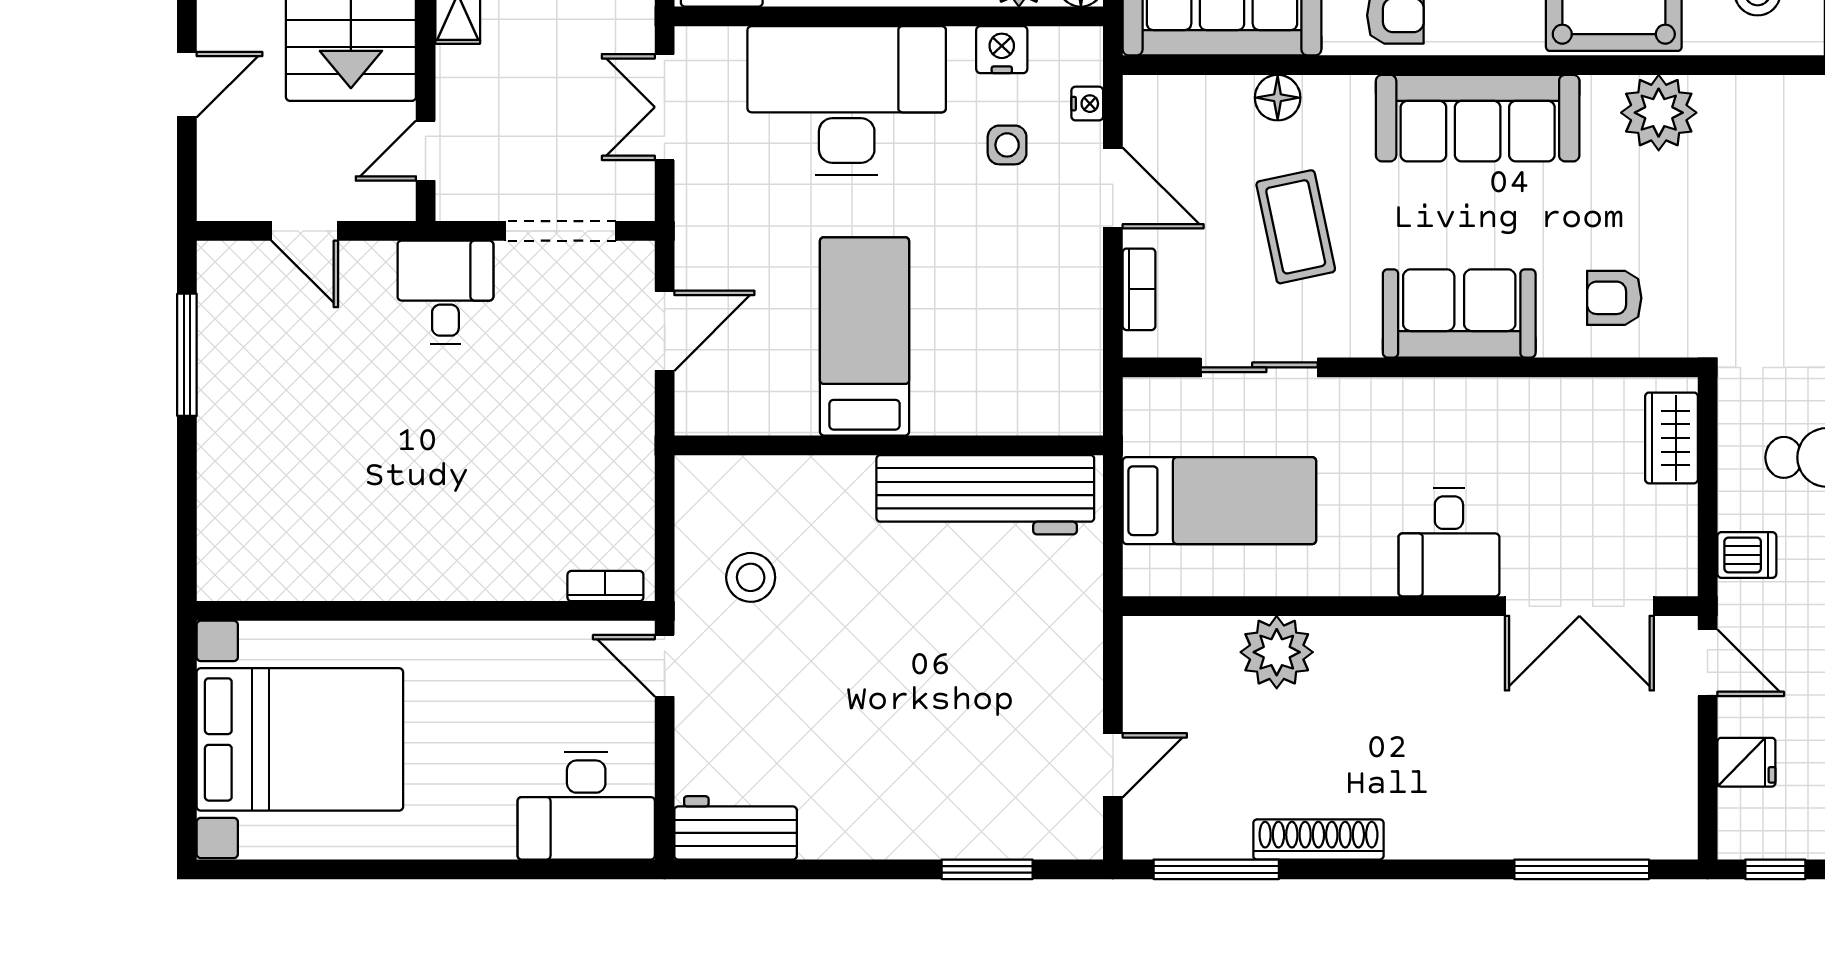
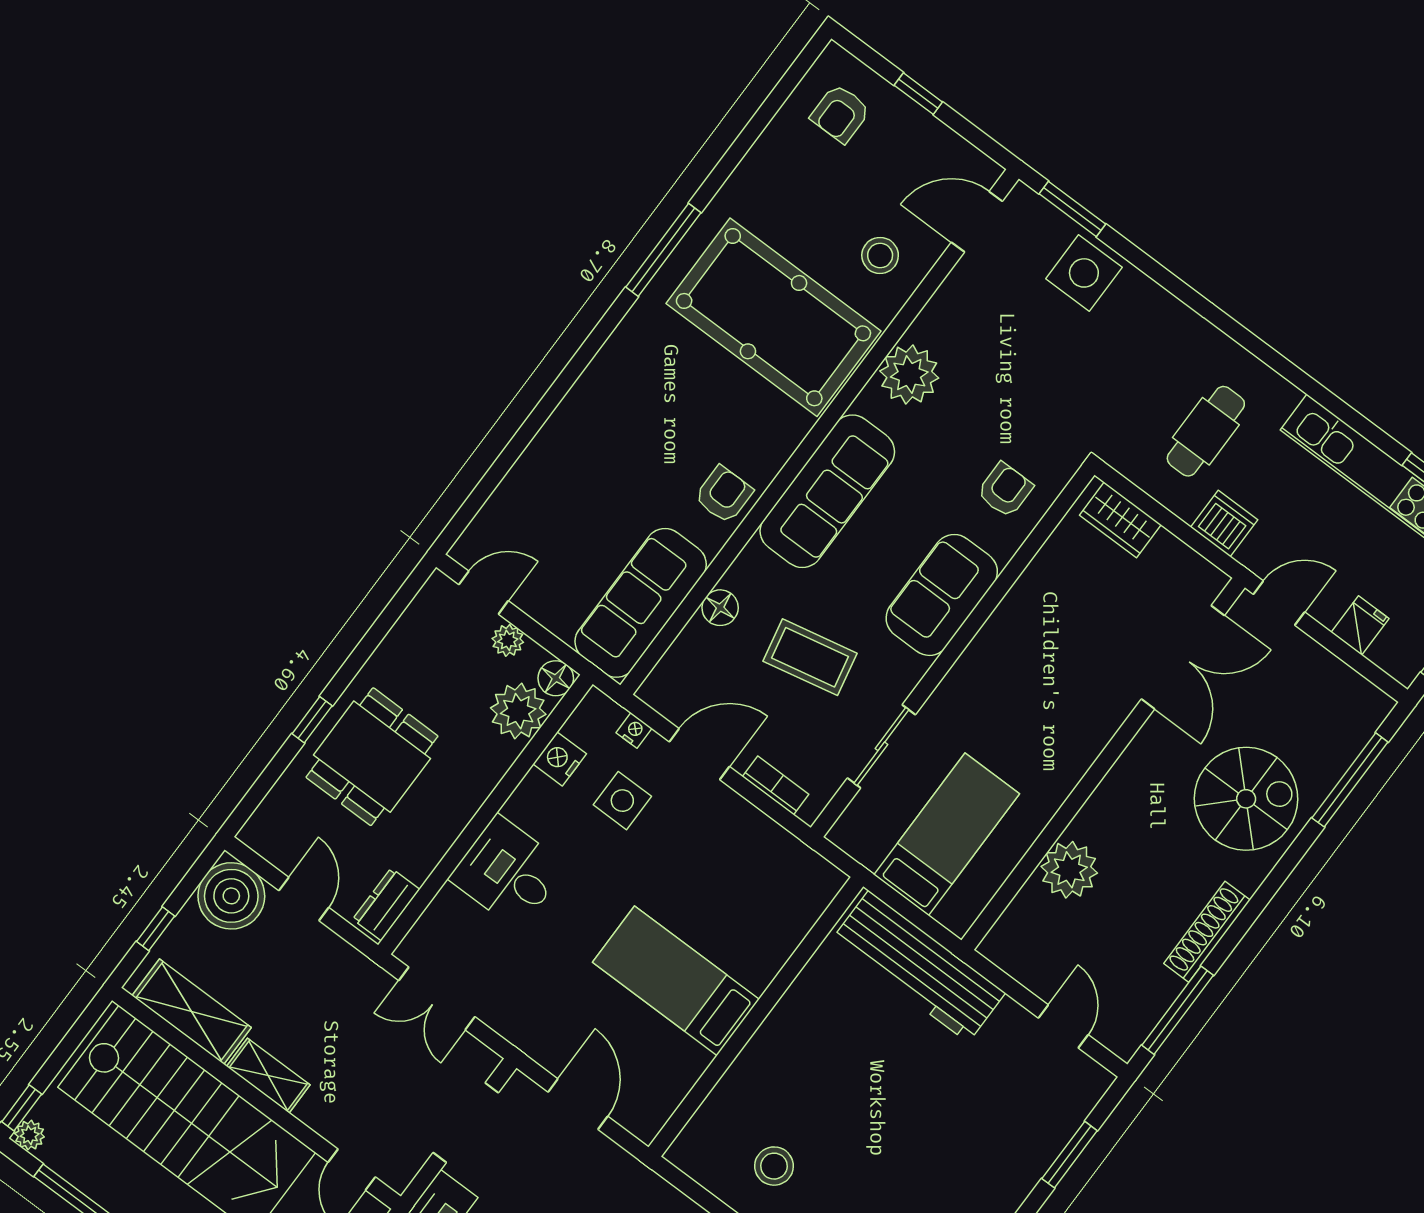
desk: (847, 100) -> (508, 873), width x0.53, depth x0.77
side table: (1007, 145) -> (622, 801), width x1.37, depth x1.37
armchair: (1614, 298) -> (1005, 490), turned 180
workbench: (985, 495) -> (918, 967), moved, turned 90
desk: (1449, 542) -> (1081, 709), removed
dishwasher: (1747, 555) -> (1224, 524), width x1.38
spiral stairs: (1483, 778) -> (1246, 799), added

